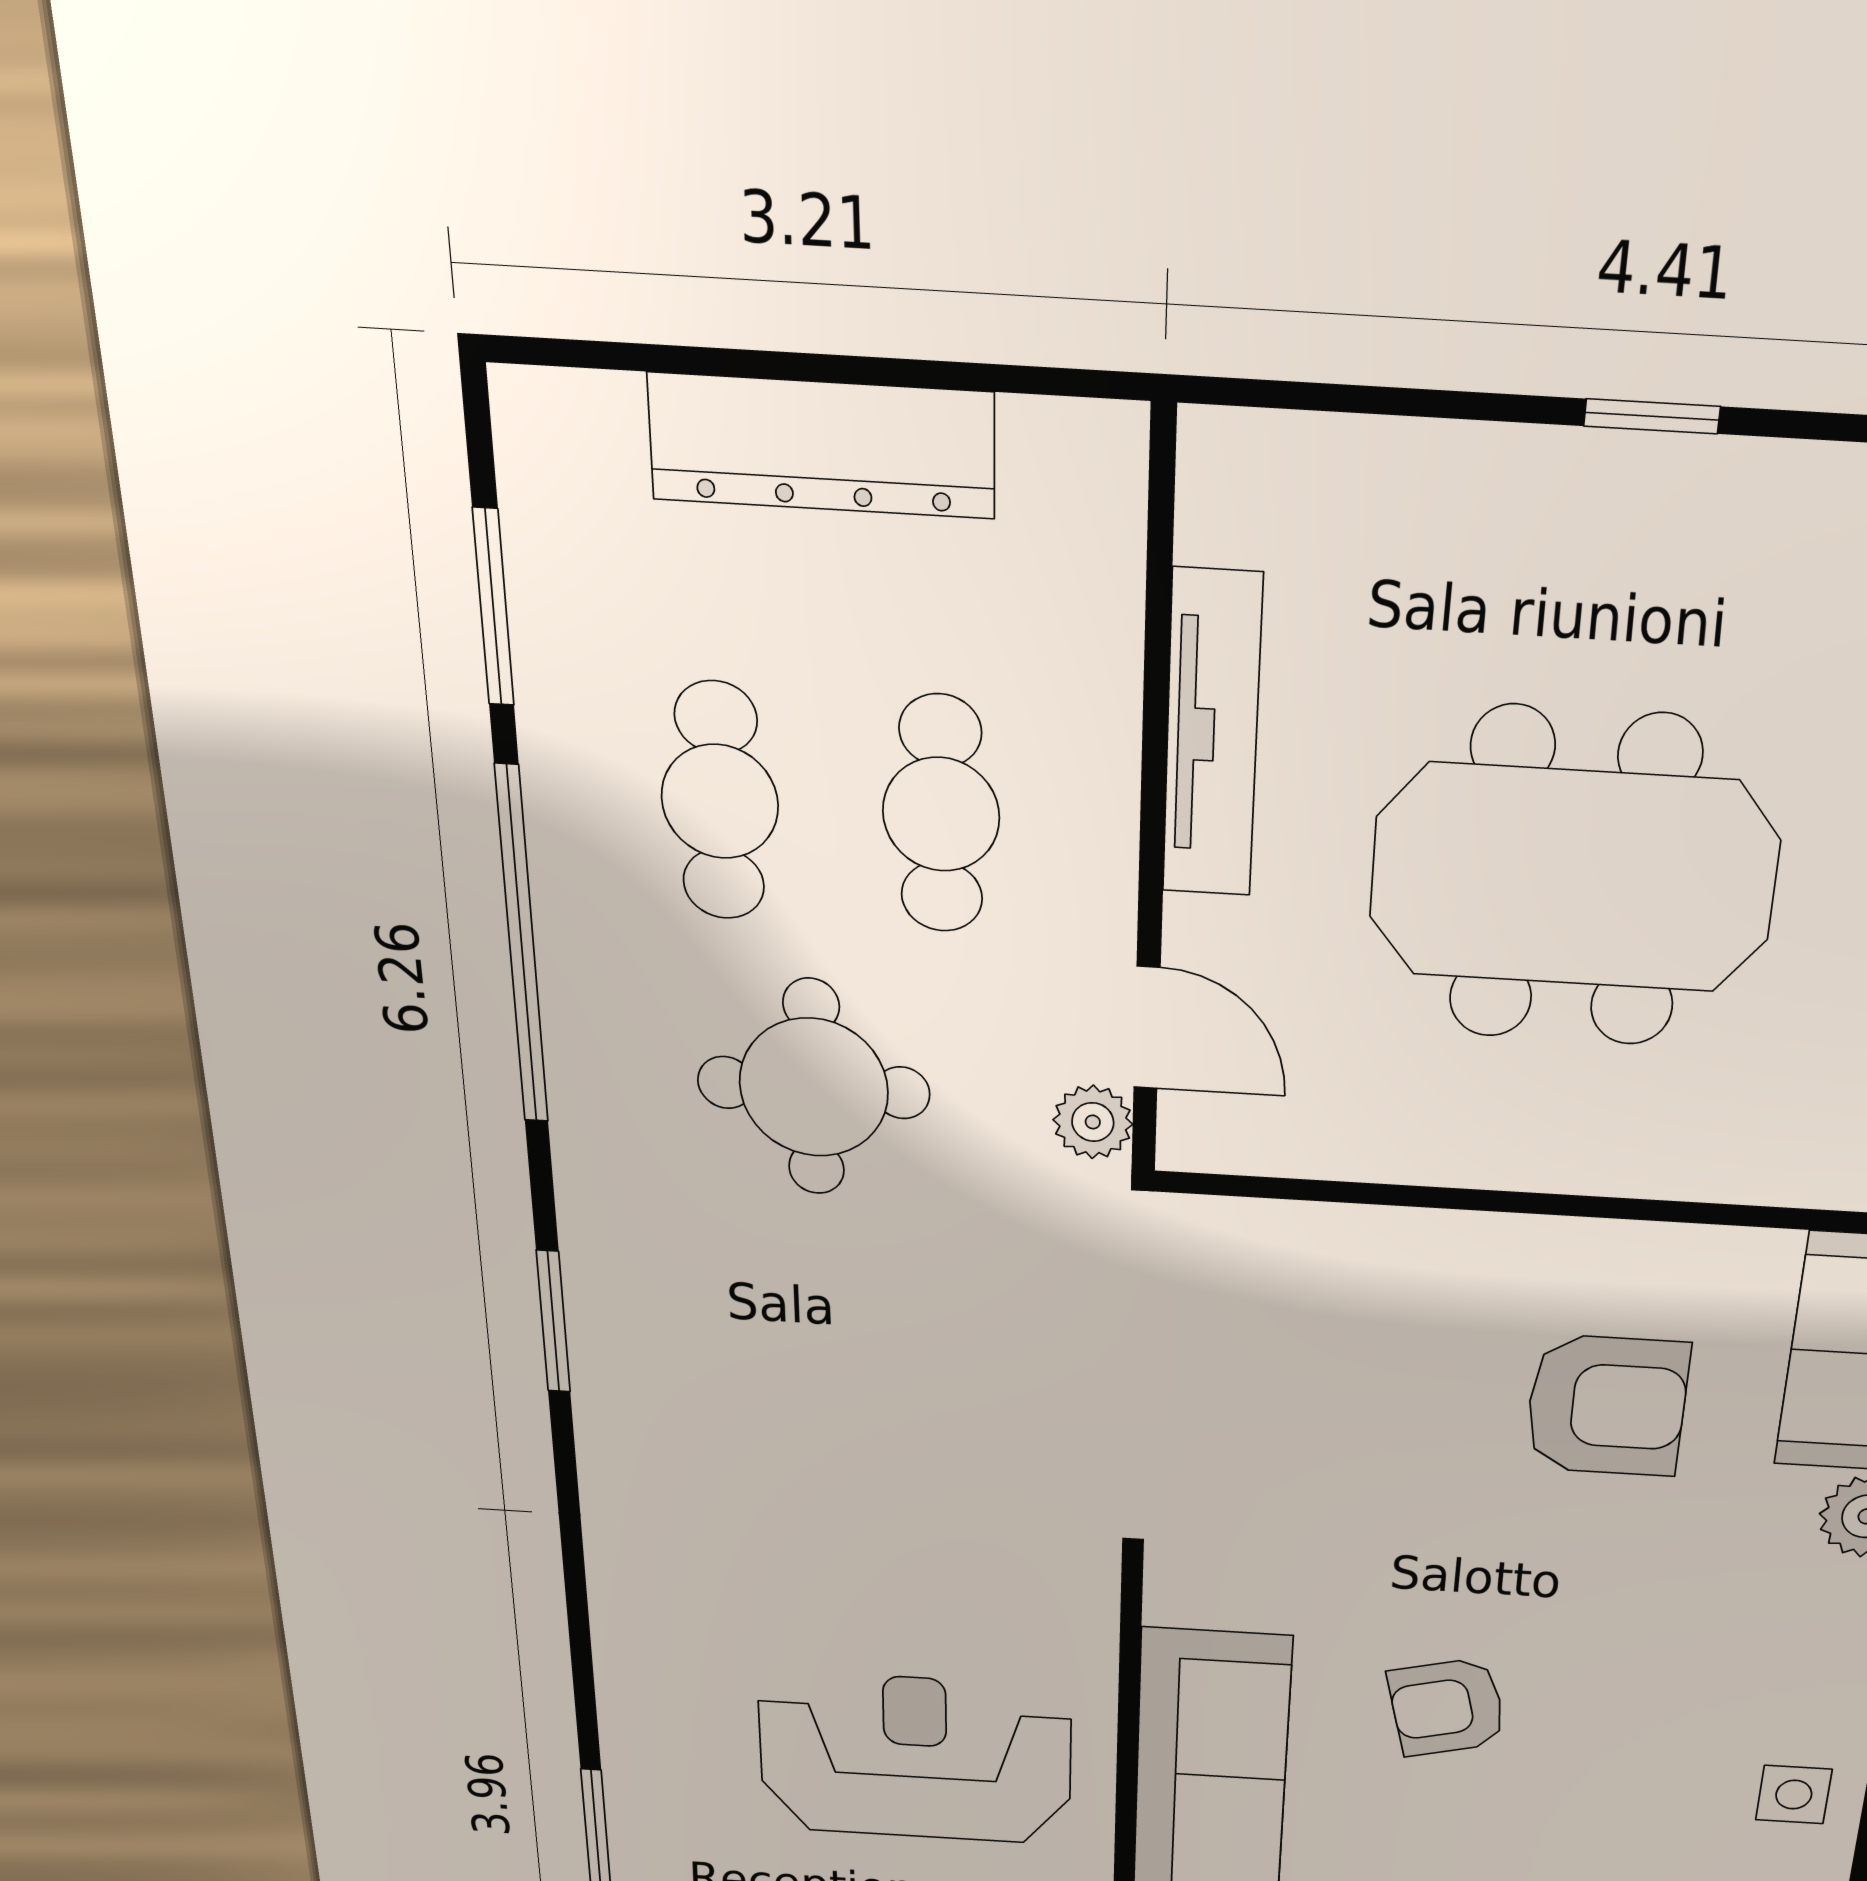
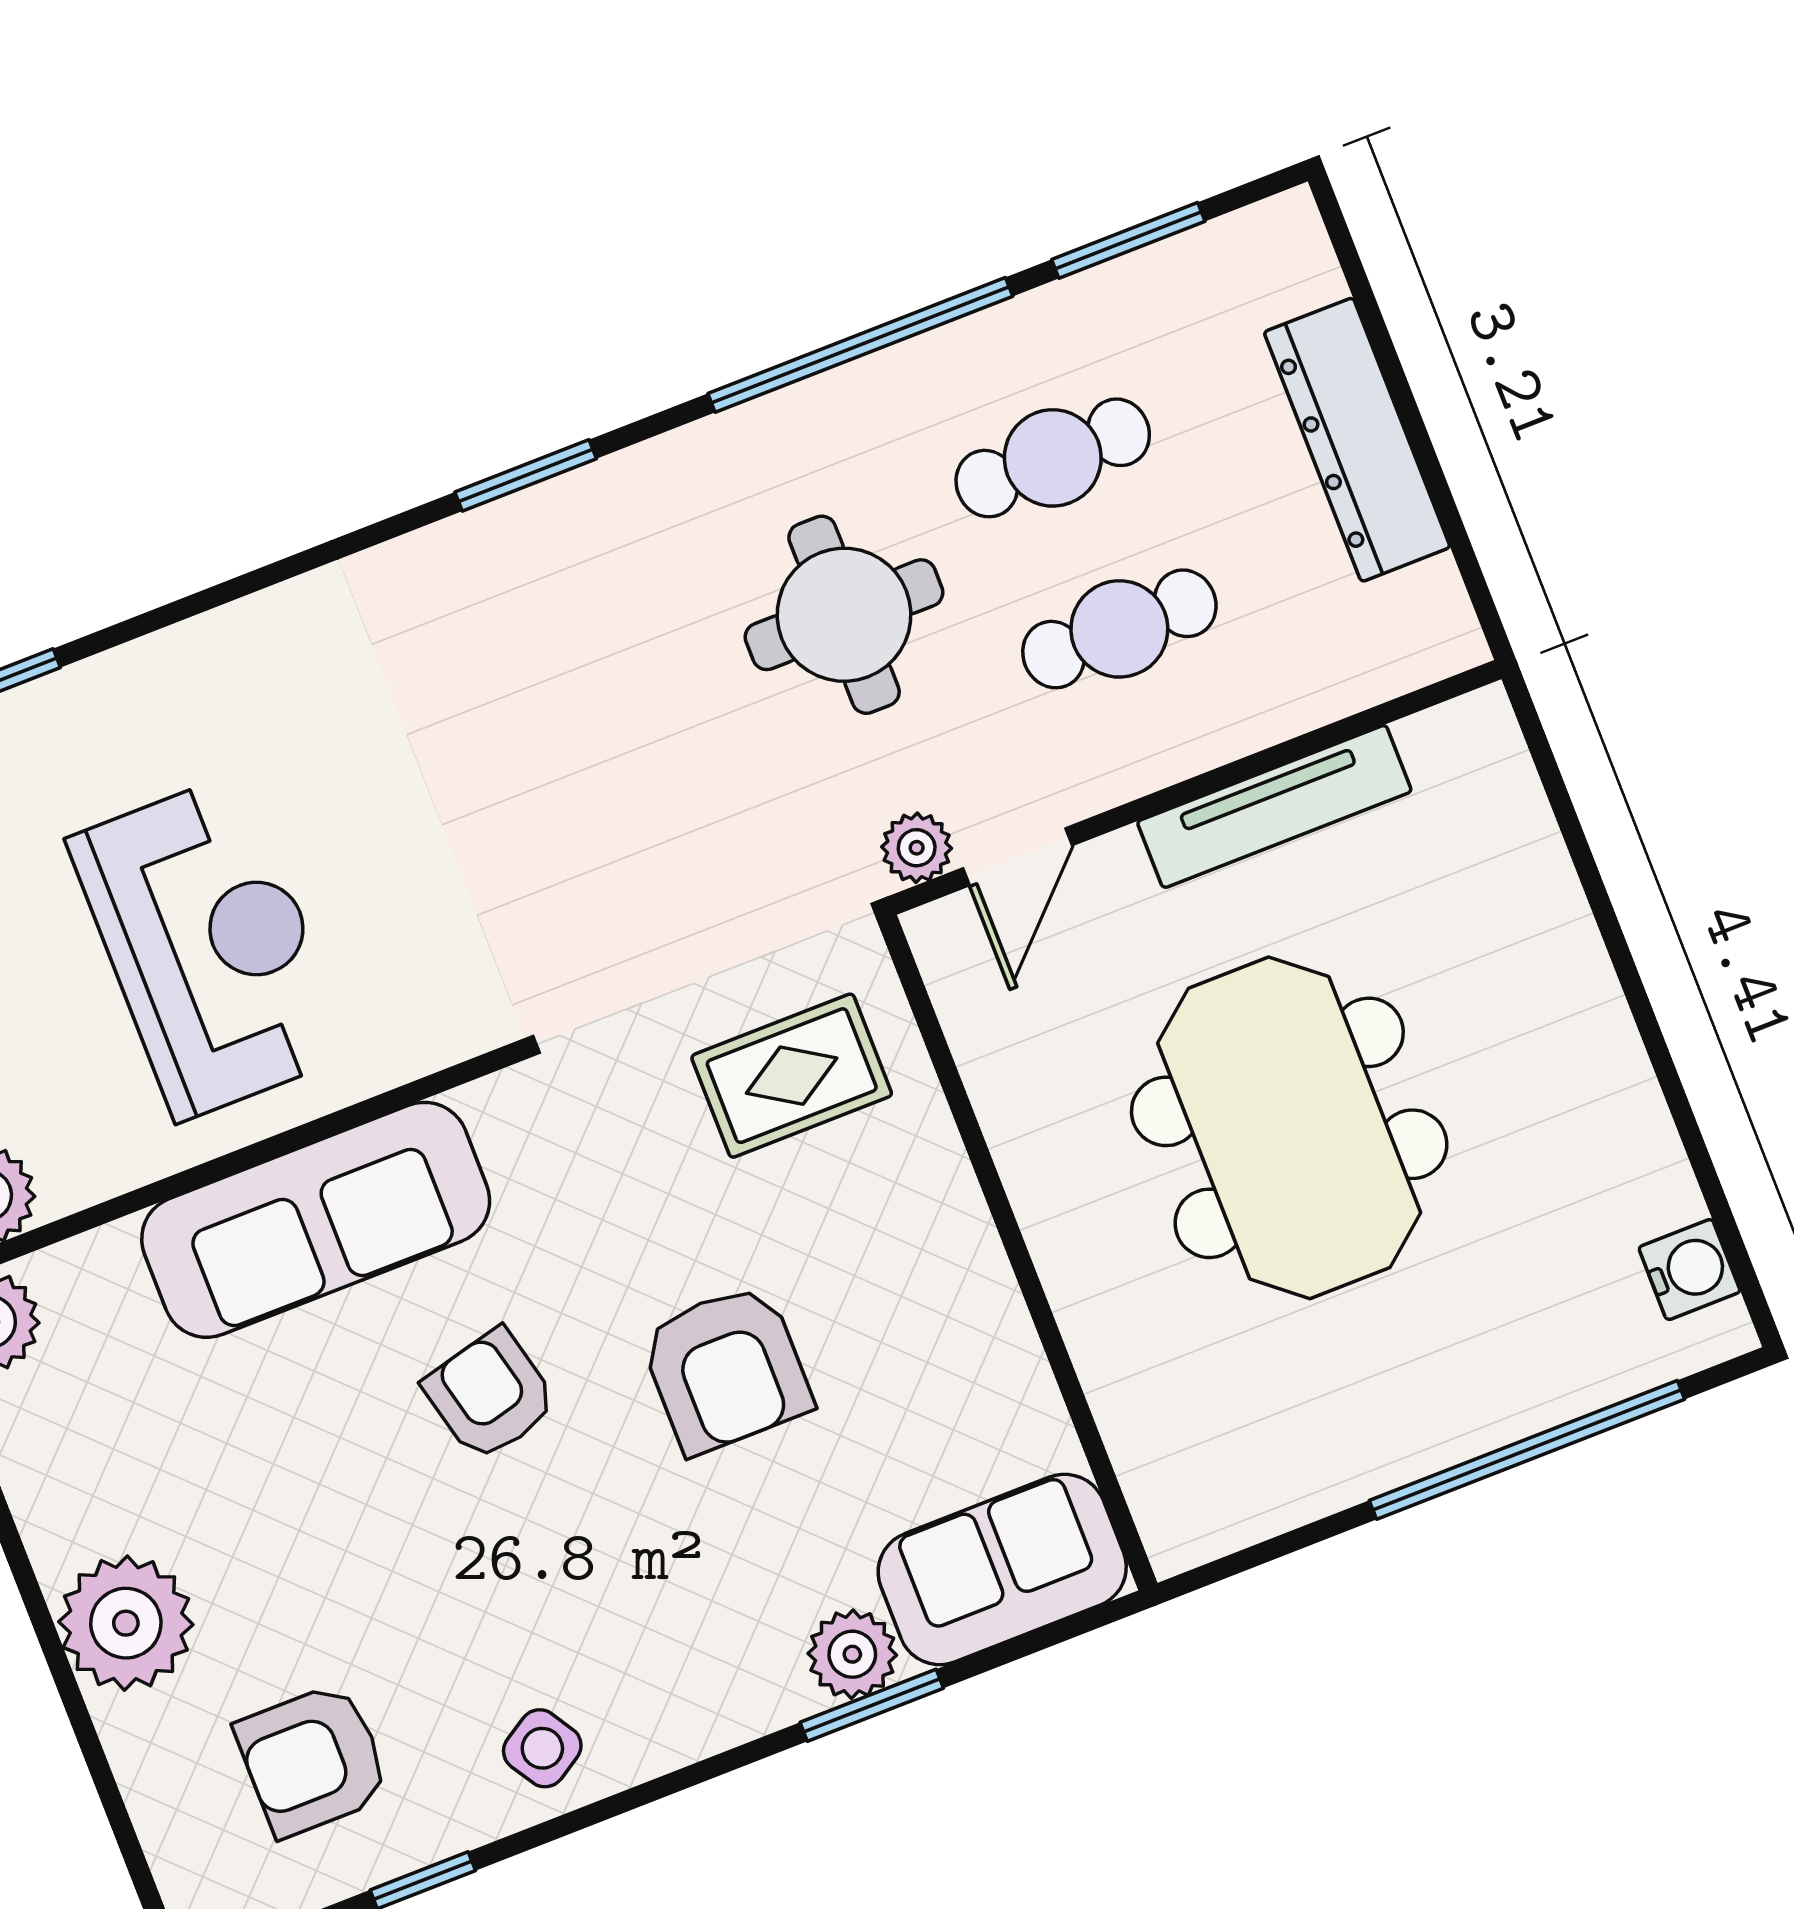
window: (1652, 416) -> (1644, 1016), removed
rug: (1273, 1335) -> (792, 1076), added
armchair: (1607, 1406) -> (726, 1369), moved
side table: (1794, 1795) -> (542, 1748), turned -32

